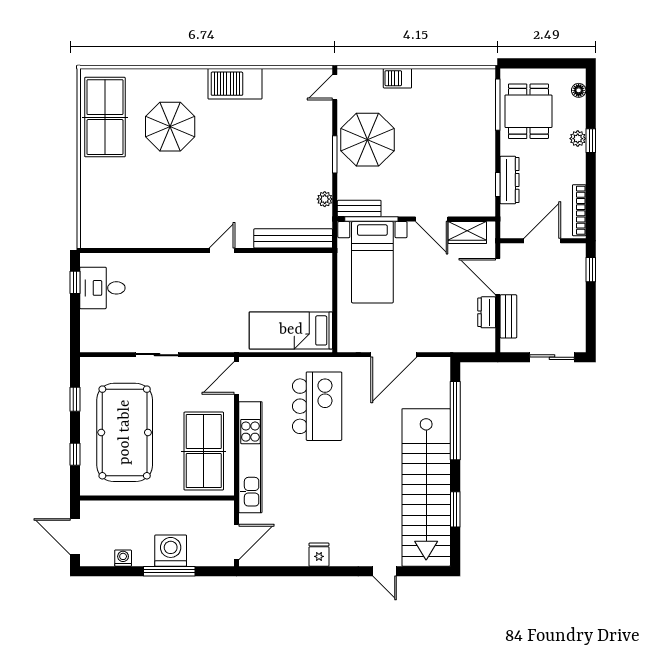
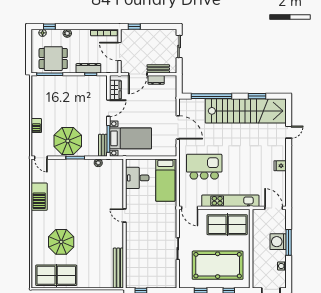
barbecue: (235, 84) -> (39, 197), moved
window: (591, 141) -> (49, 27), moved
bench: (293, 238) -> (118, 268), moved
desk: (102, 288) -> (137, 178), moved, turned 90

